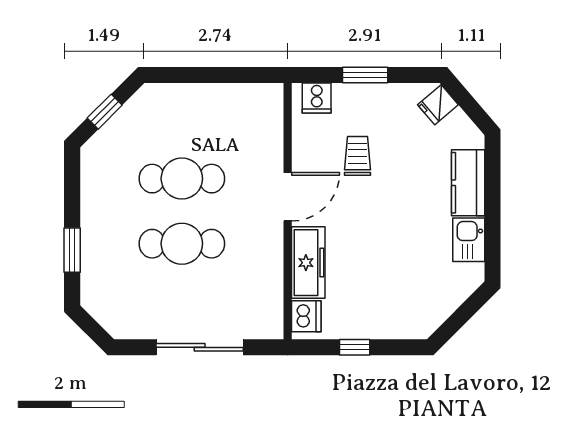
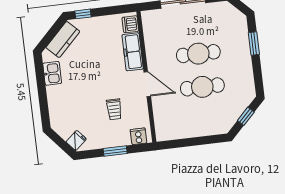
kitchen counter: (468, 183) -> (63, 39), moved, turned 45
door: (288, 197) -> (147, 84), swing flipped
window: (355, 347) -> (83, 14), moved

